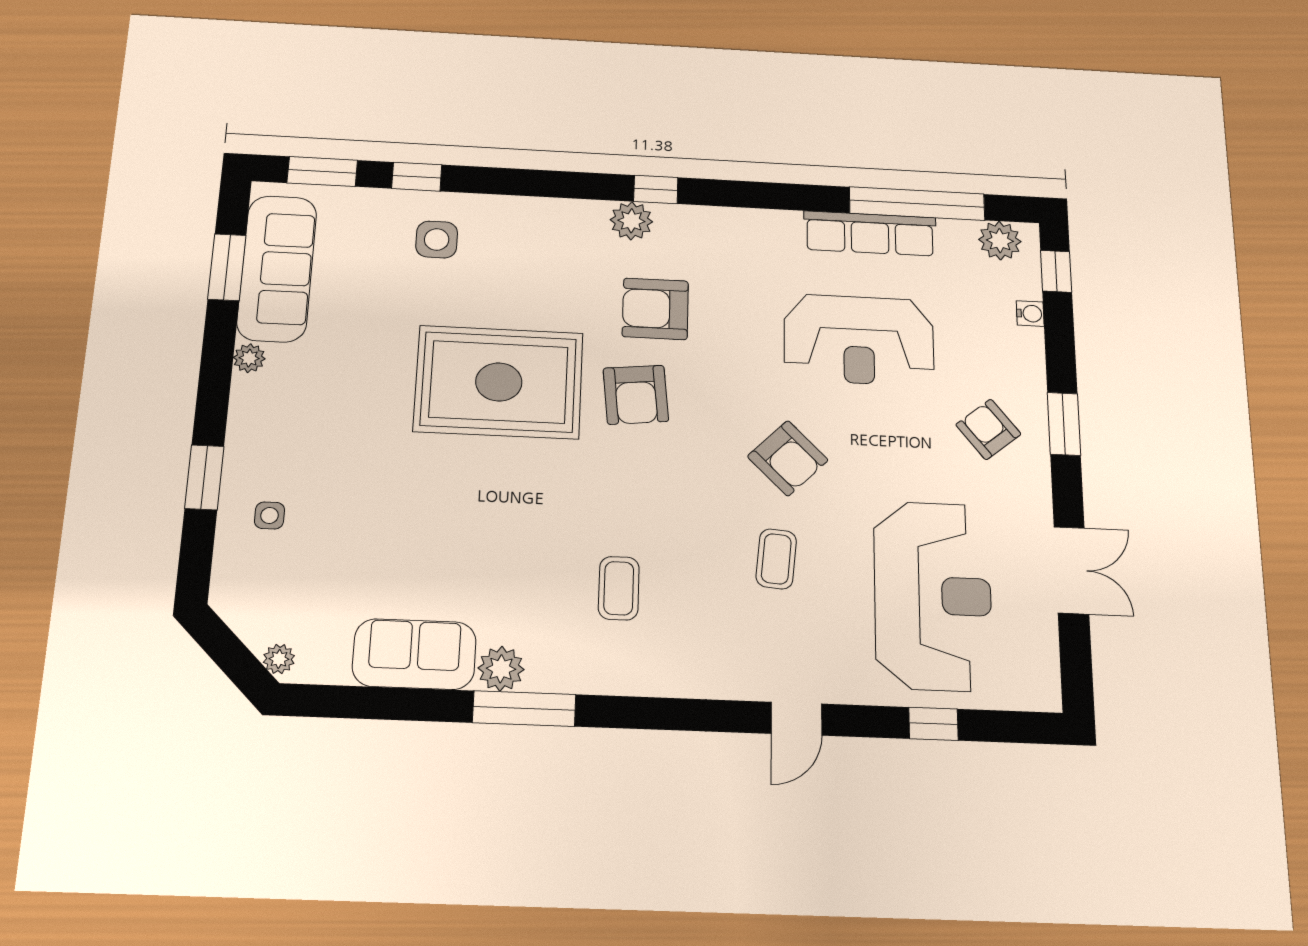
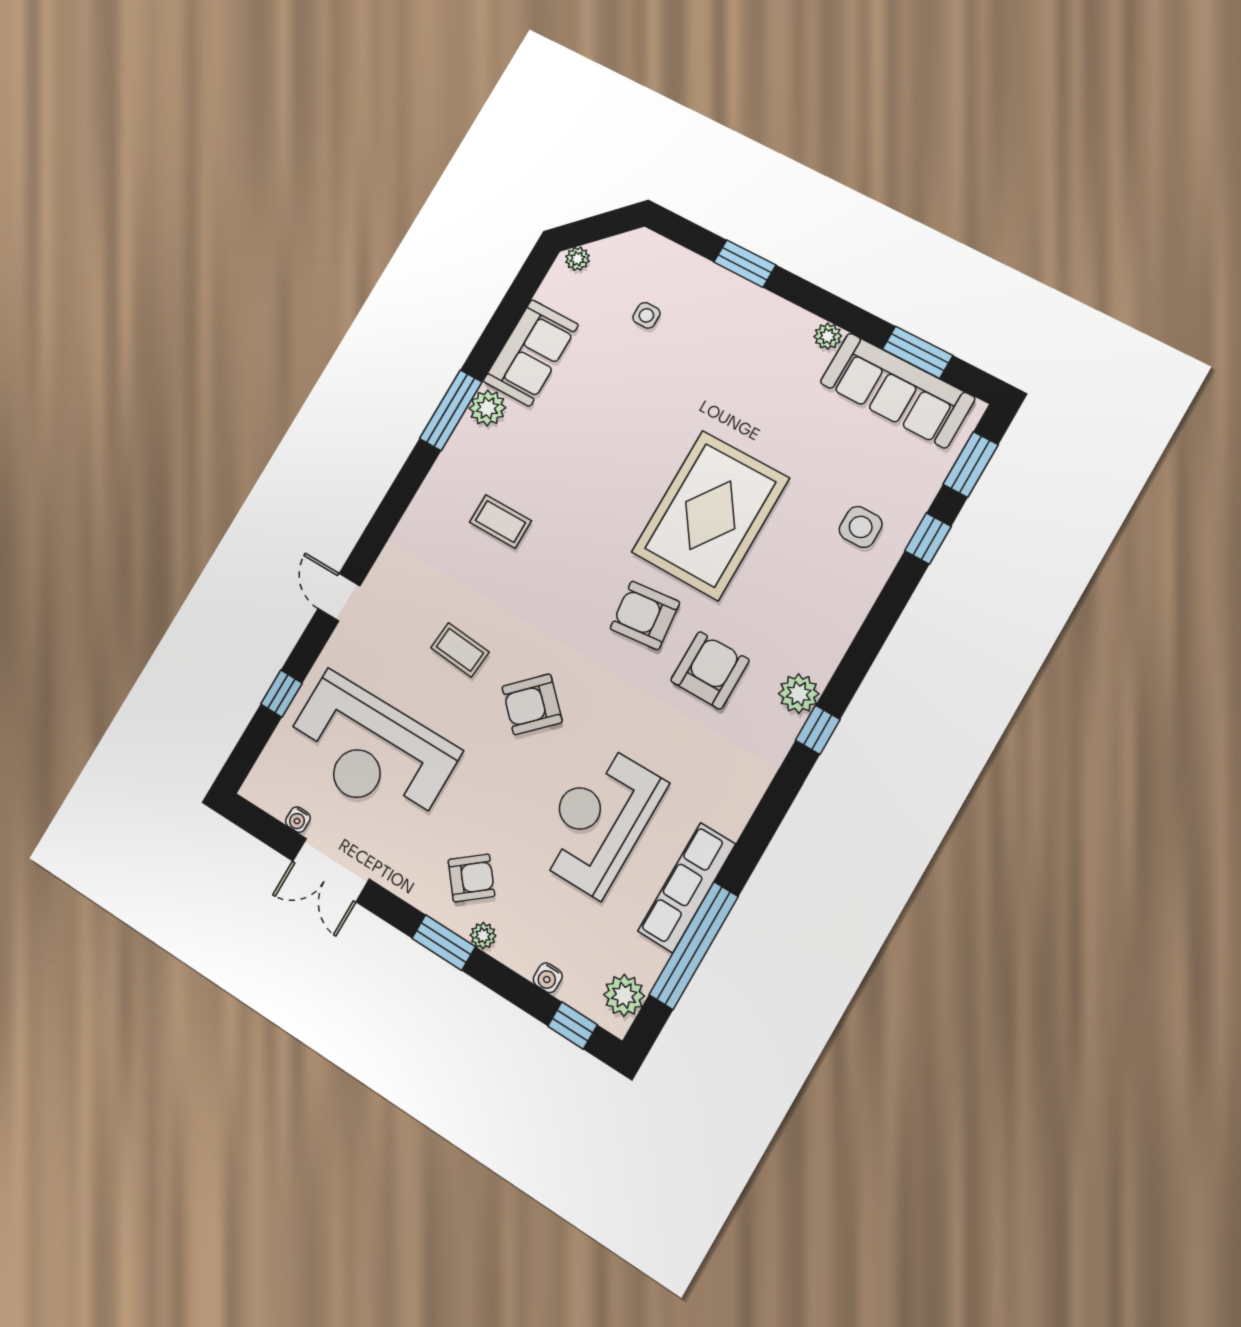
plant: (1033, 391) -> (483, 936), added
side table: (269, 515) -> (646, 315), moved
water cooler: (1046, 632) -> (298, 820), added

